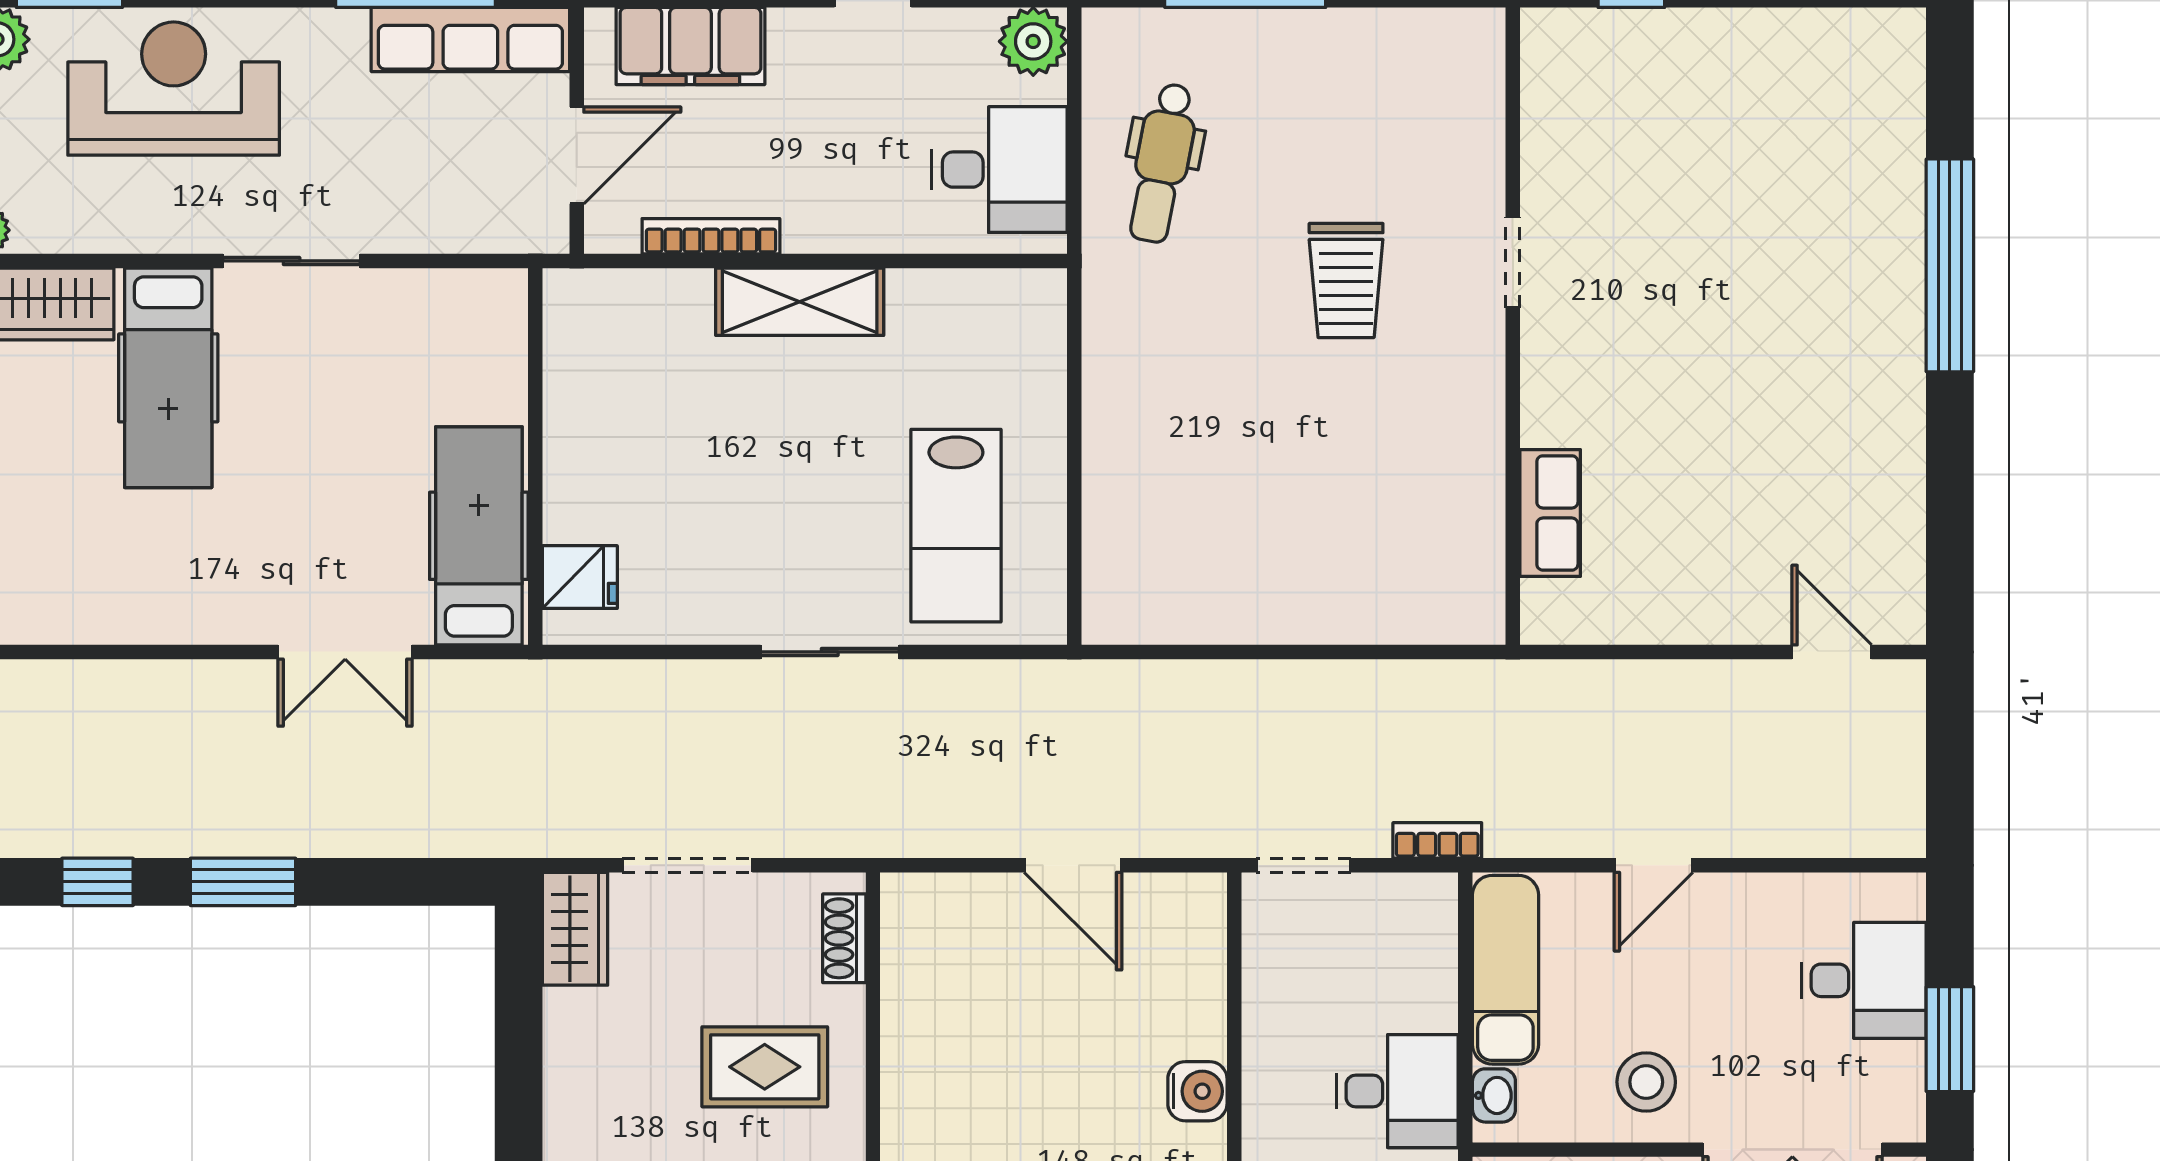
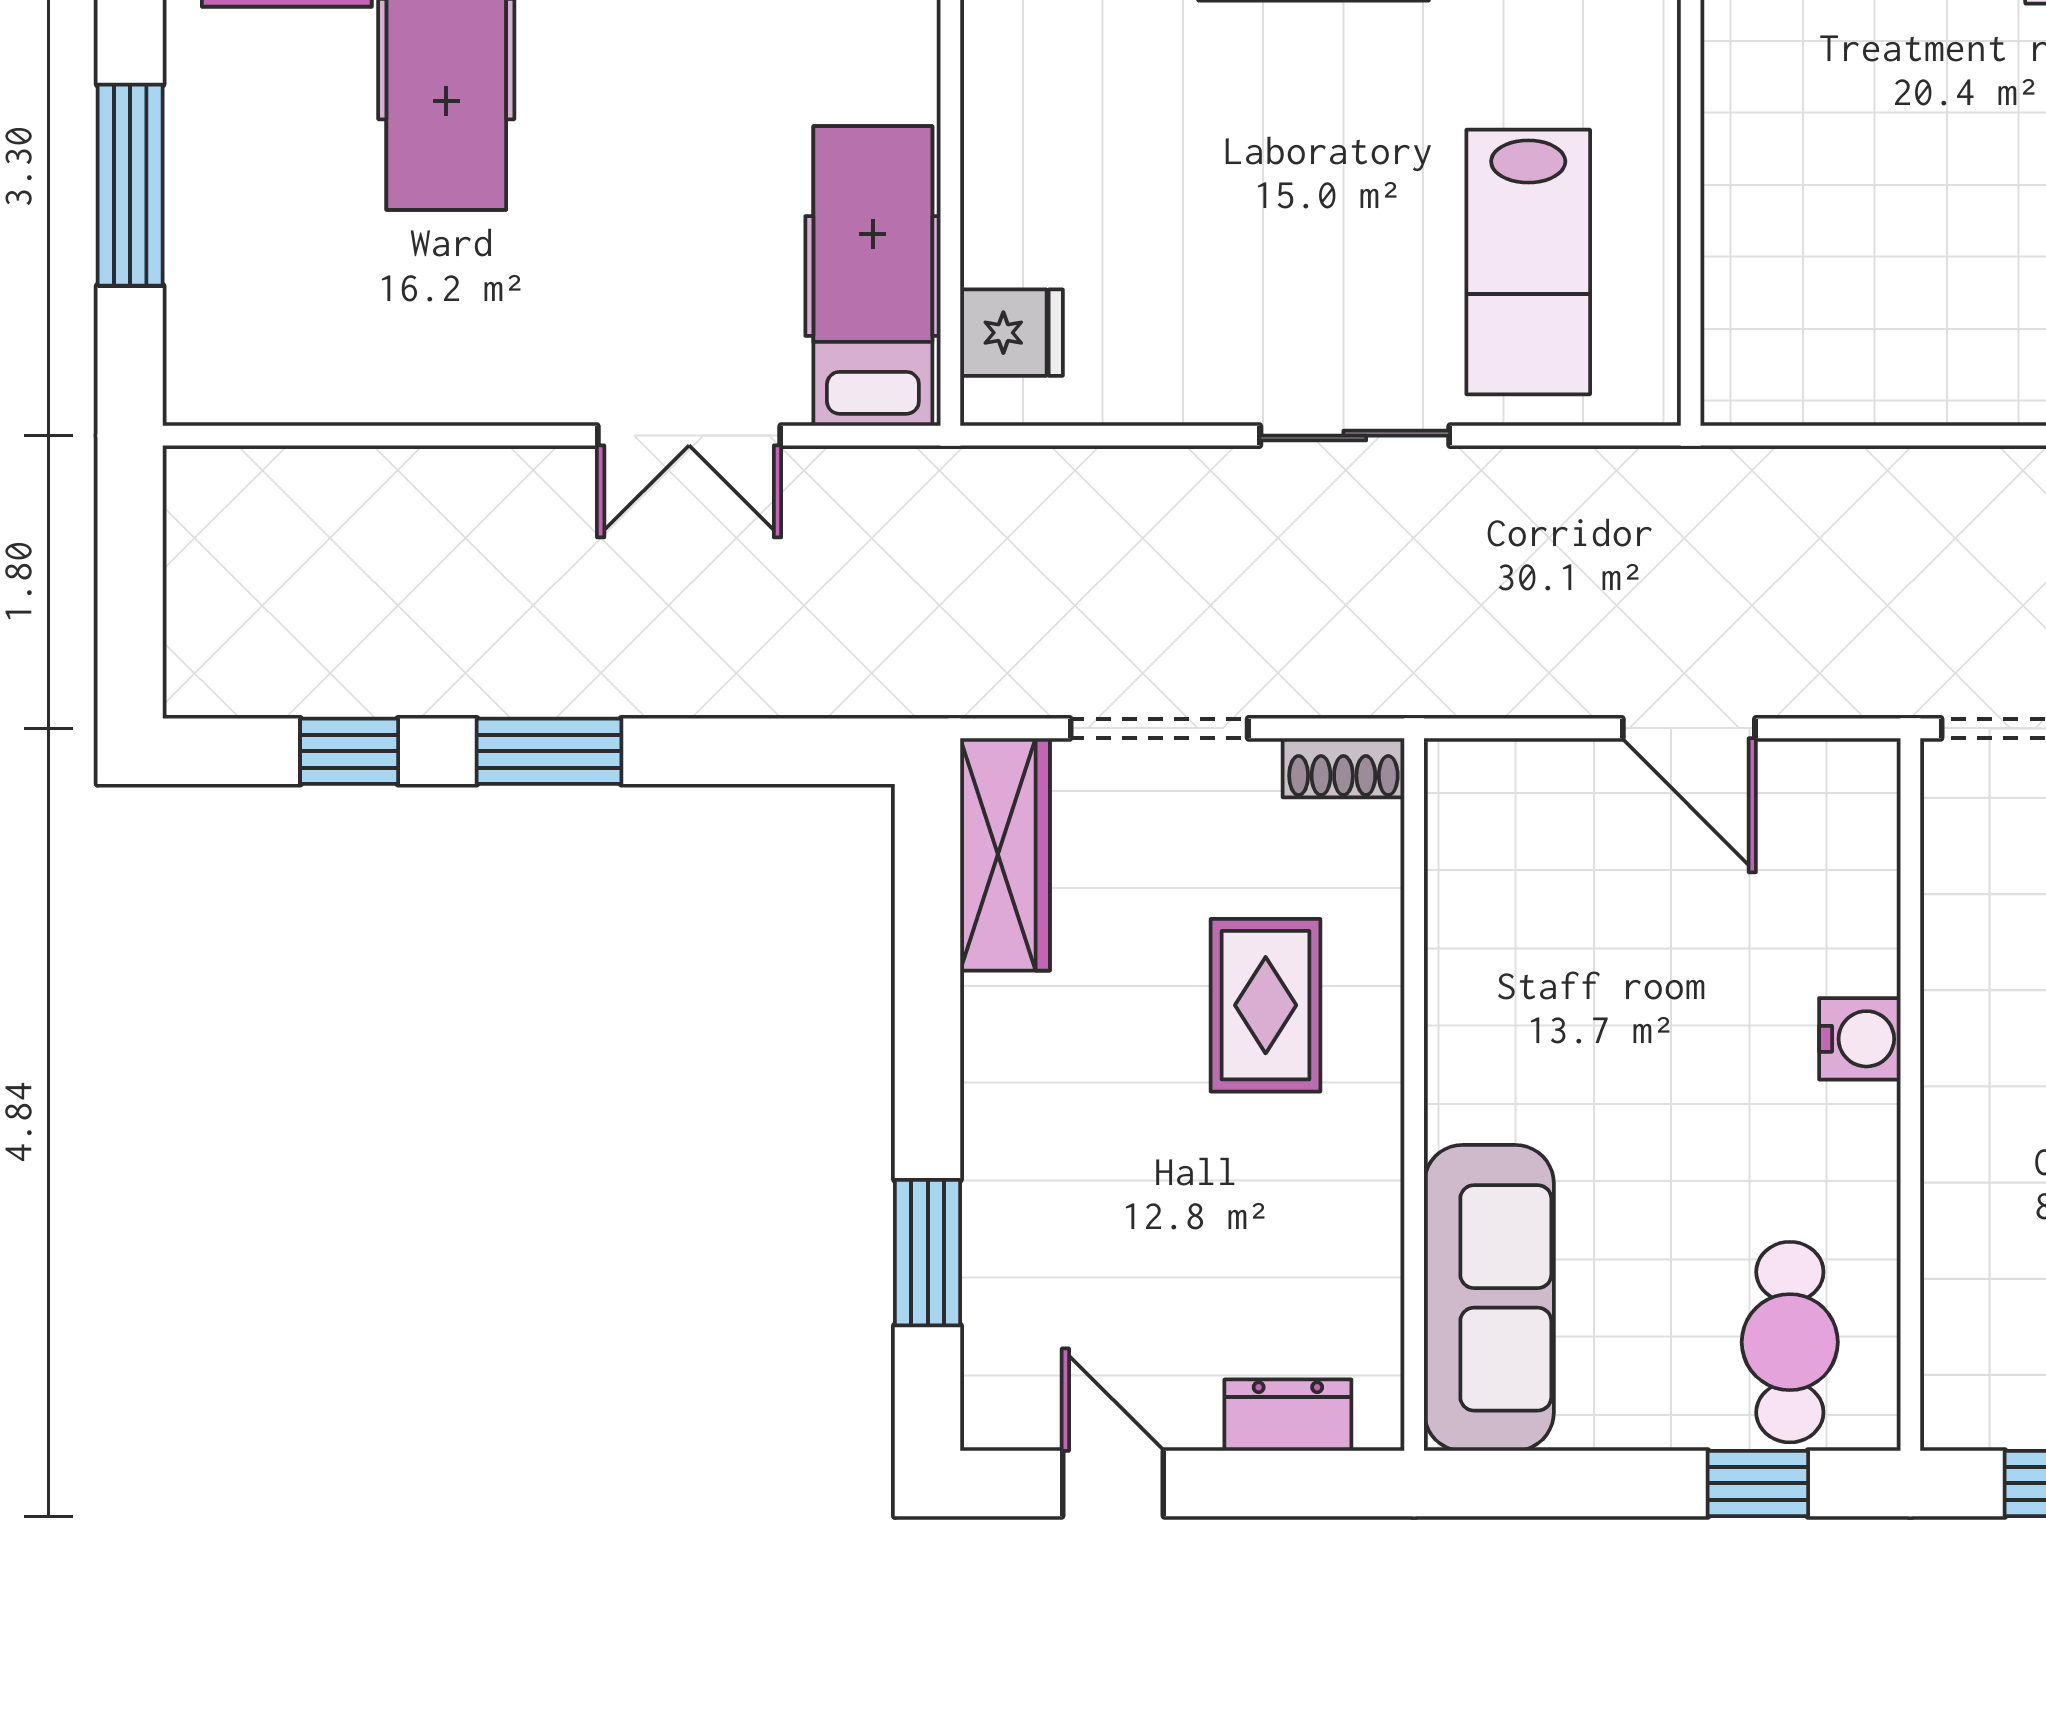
wardrobe: (575, 929) -> (1005, 854), width x1.50
shoe rack: (844, 938) -> (1343, 768), moved, turned -90
rug: (765, 1067) -> (1266, 1005), turned 90

